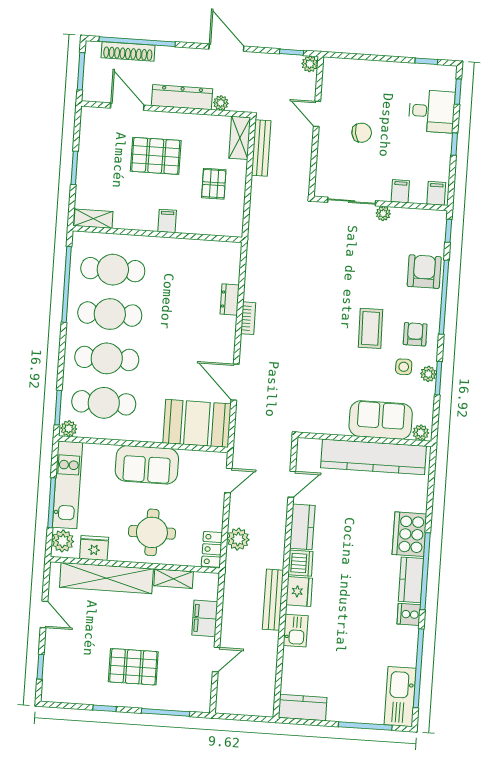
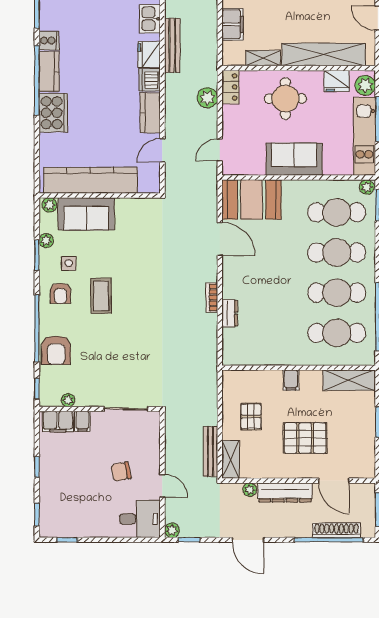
desk: (432, 111) -> (140, 519), moved, turned 180
filing cabinet: (436, 193) -> (58, 421), width x2.00
plant: (383, 213) -> (68, 400), moved
shelving: (93, 219) -> (349, 380), width x1.50, depth x1.33
plant: (428, 374) -> (46, 241), moved

